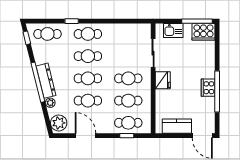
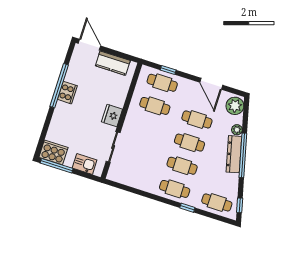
cafe table: (128, 78) -> (147, 129), removed

